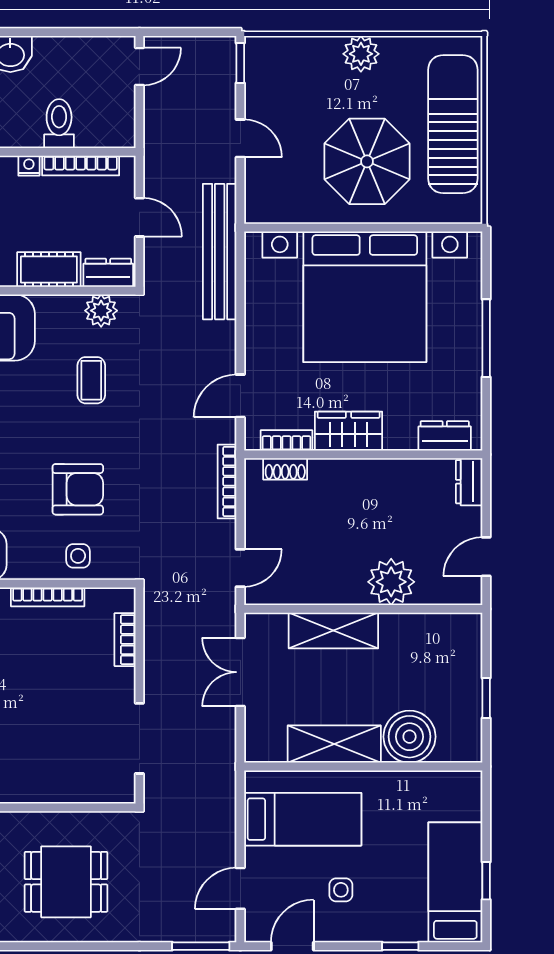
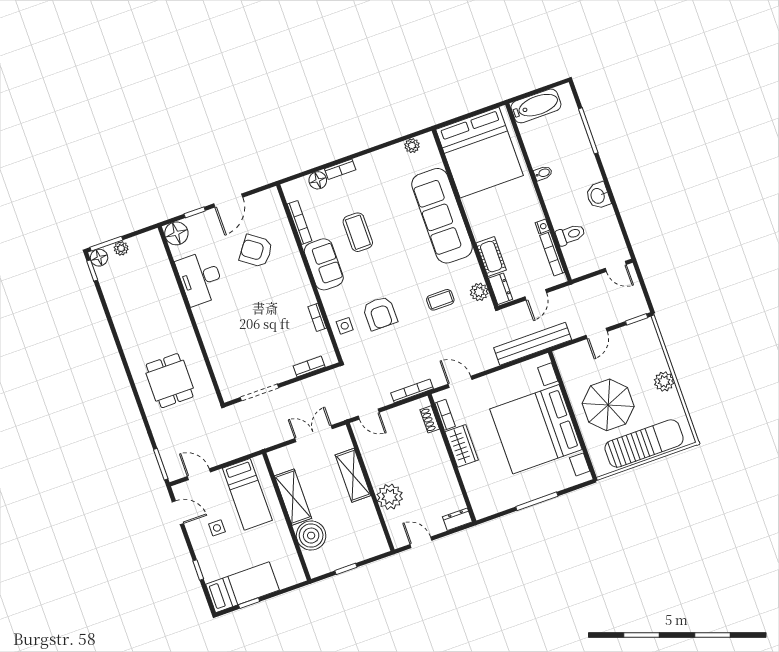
dresser: (445, 436) -> (477, 498), removed
bookcase: (48, 597) -> (317, 317), width x0.64

